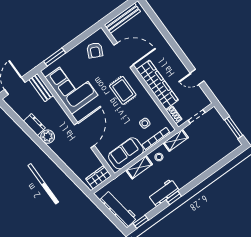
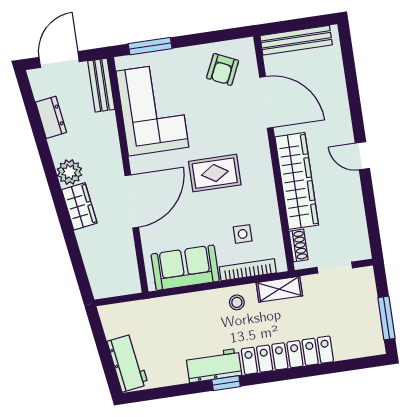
door: (197, 77) -> (362, 156), moved
rug: (123, 90) -> (215, 173), moved, turned 90
dresser: (34, 124) -> (51, 117), moved
shelving: (139, 167) -> (195, 302), removed
locker: (196, 170) -> (287, 355), added
wardrobe: (99, 177) -> (79, 206), moved, turned 82
workbench: (118, 209) -> (128, 363), width x0.73
window: (141, 222) -> (151, 394), removed

